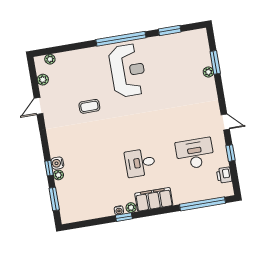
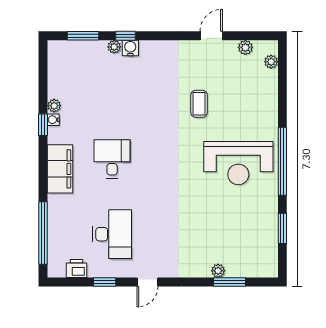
door: (38, 106) -> (211, 36), hinge flipped
plant: (131, 208) -> (54, 106), moved

